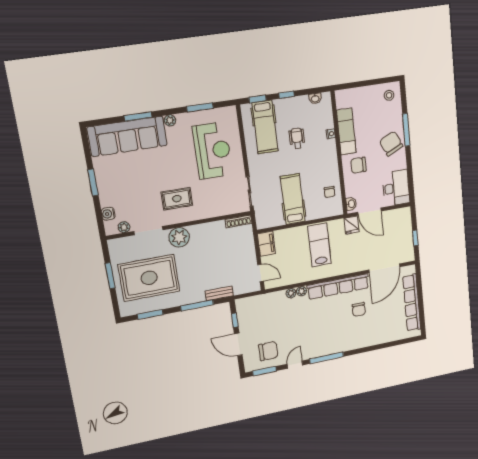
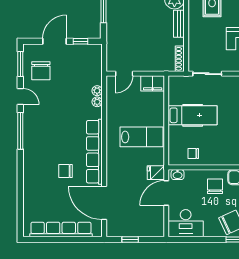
plant: (302, 291) -> (97, 91), moved
bench: (219, 293) -> (179, 24), moved

